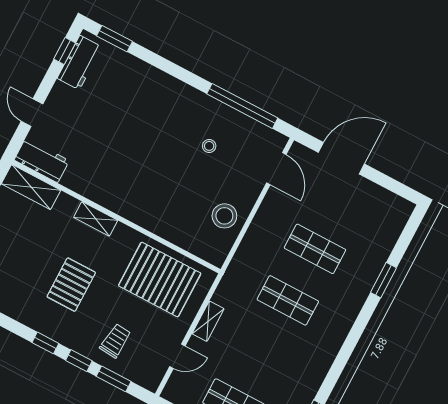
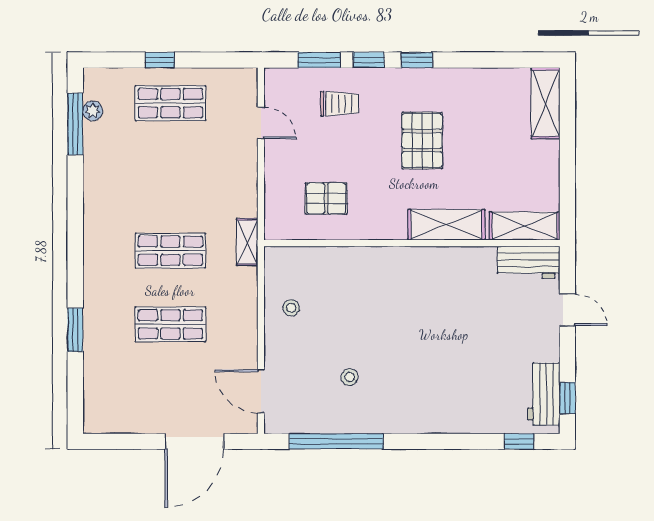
window: (114, 39) -> (519, 441), width x0.67
stool: (224, 216) -> (291, 308), width x0.53, depth x0.53
shelving: (96, 219) -> (446, 225), width x1.50, depth x1.33
pallet: (160, 280) -> (326, 198), width x0.49, depth x0.50
shelving: (208, 321) -> (247, 242), moved
trolley: (115, 341) -> (339, 104), turned -95
door: (177, 356) -> (261, 123), swing flipped

